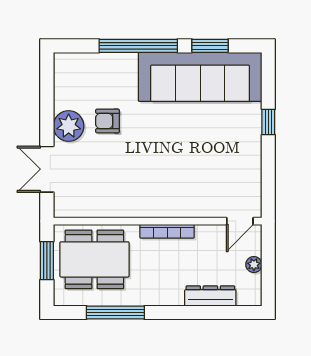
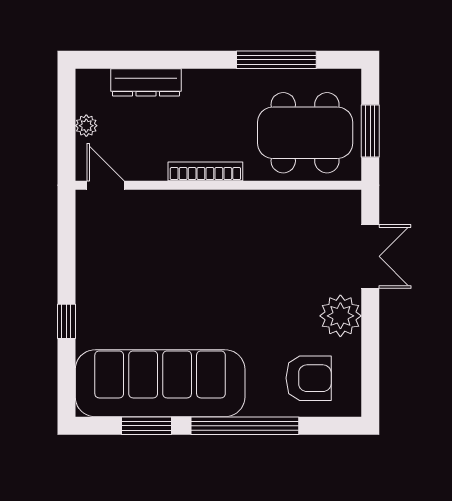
armchair: (108, 121) -> (309, 378), moved, width x1.38, depth x1.38
door: (240, 221) -> (105, 185), hinge flipped

